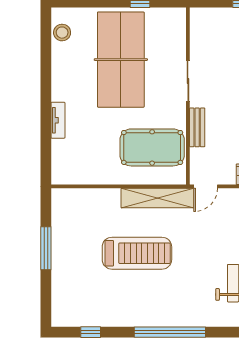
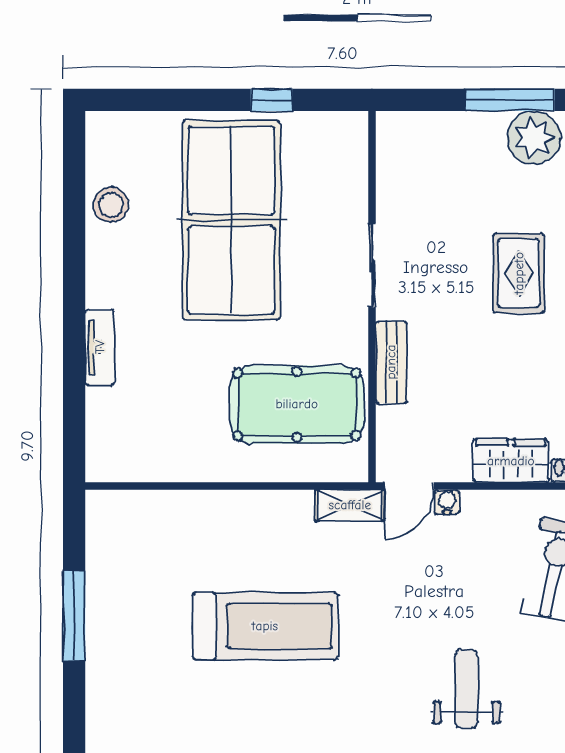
stool: (62, 33) -> (111, 205), moved
water cooler: (224, 194) -> (447, 502), added
shelving: (158, 198) -> (350, 505), width x0.45, depth x0.75

